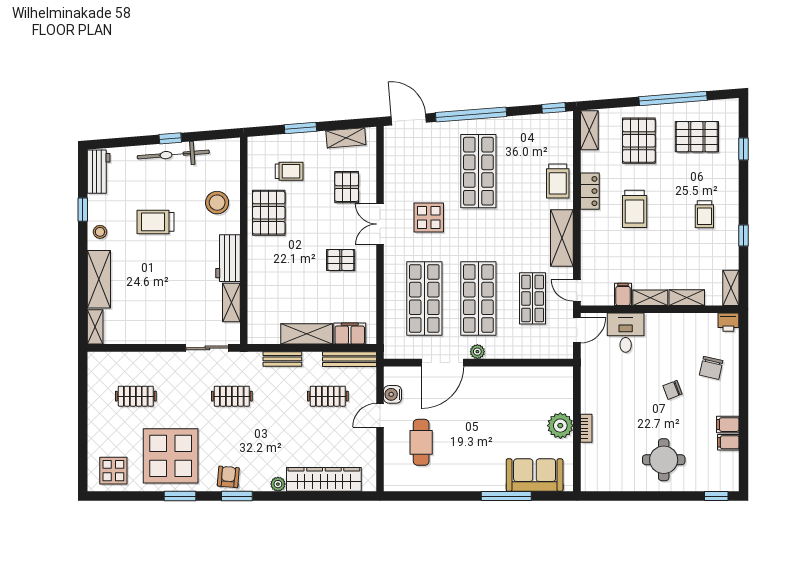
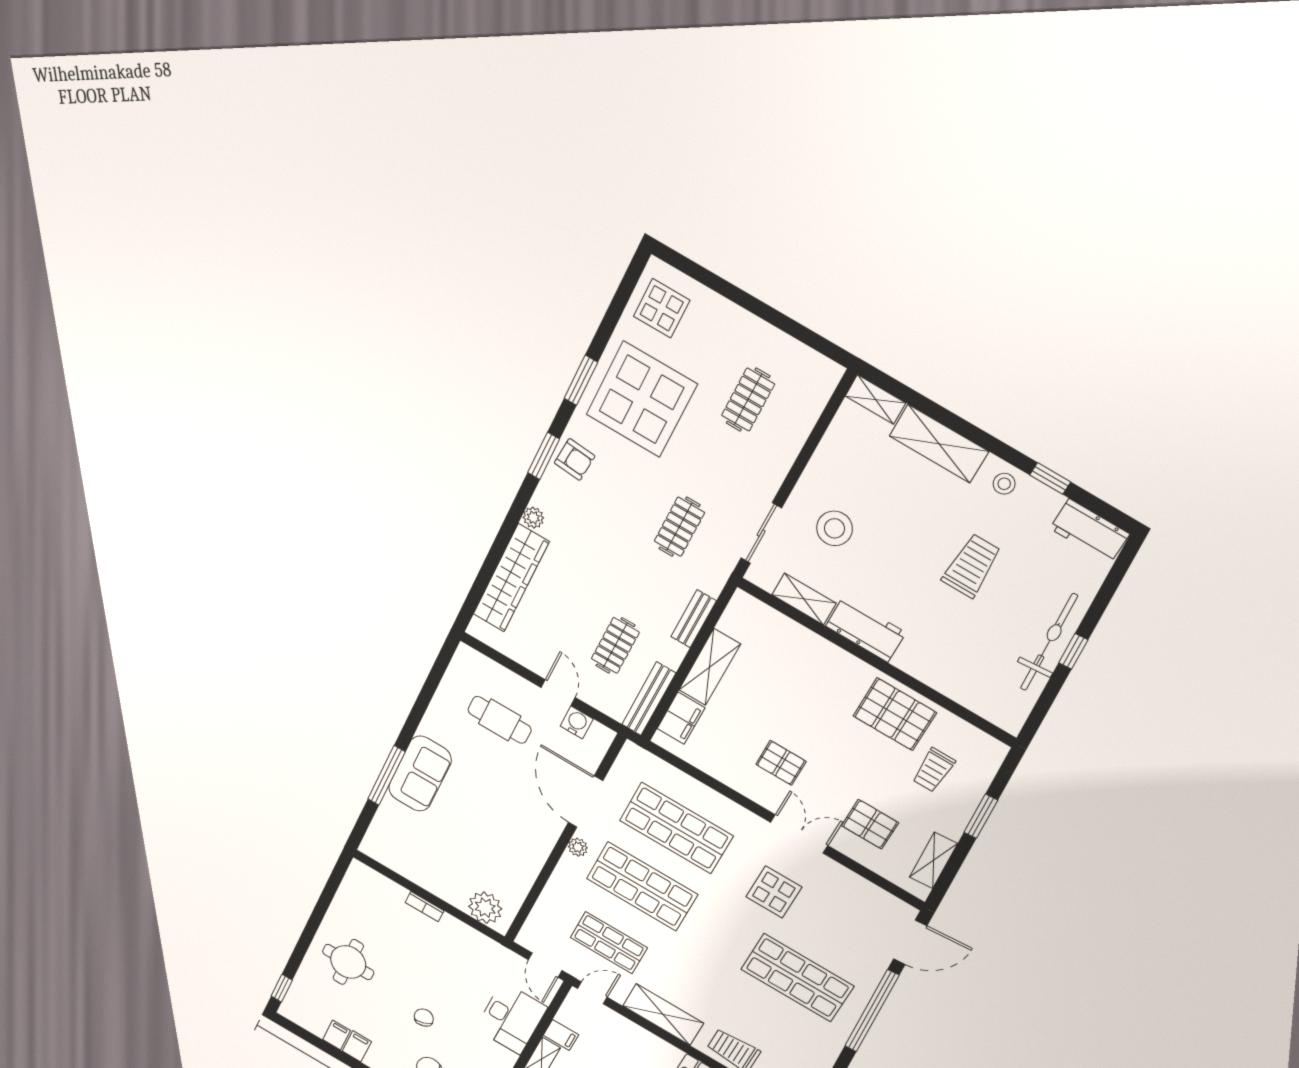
stool: (217, 203) -> (834, 528), moved
pallet: (341, 260) -> (781, 763), turned 90
desk: (626, 333) -> (511, 1018), width x1.37
plant: (560, 426) -> (485, 908), moved
sofa: (535, 475) -> (420, 774), moved

